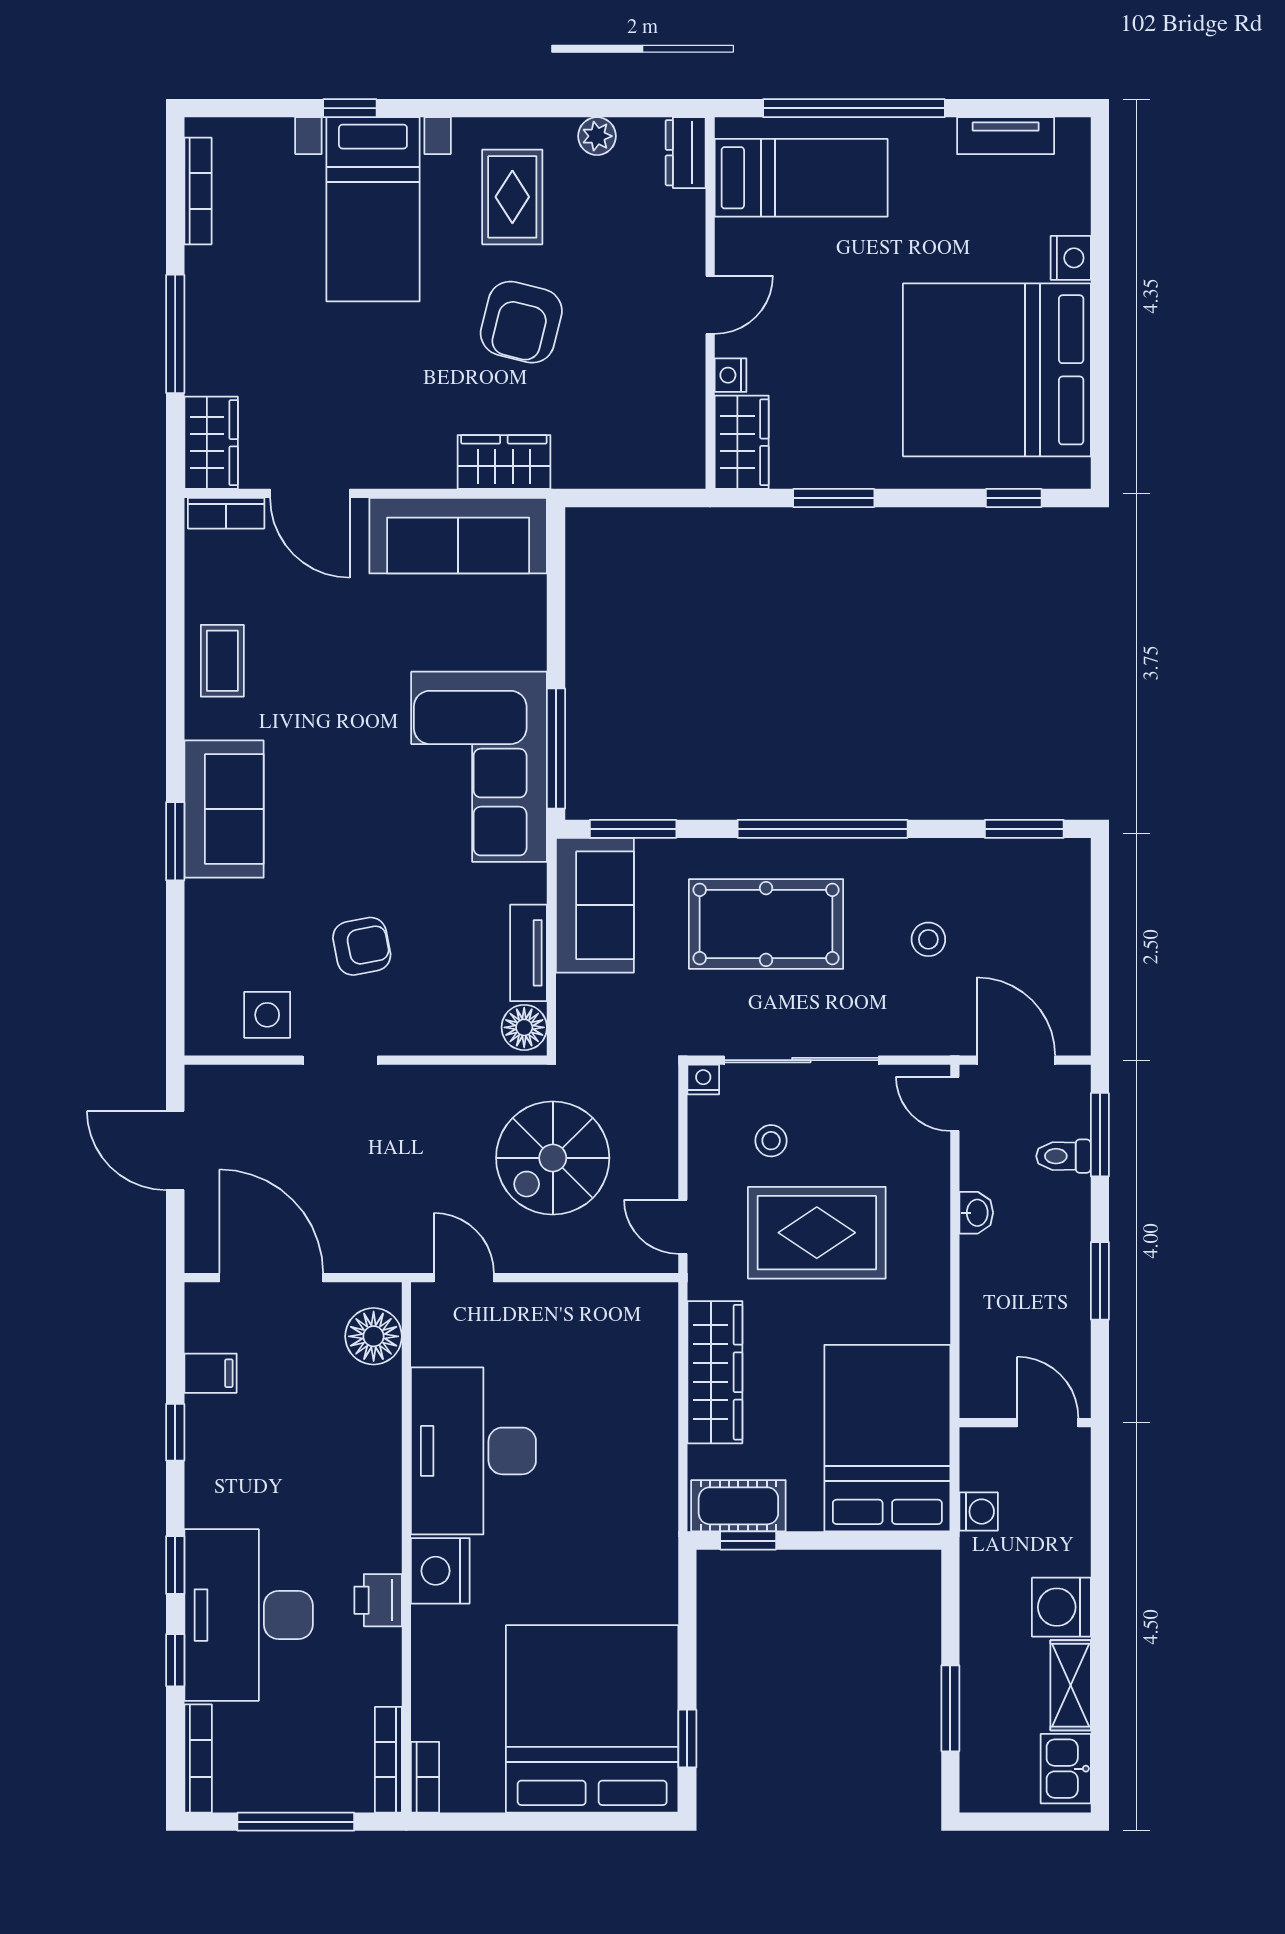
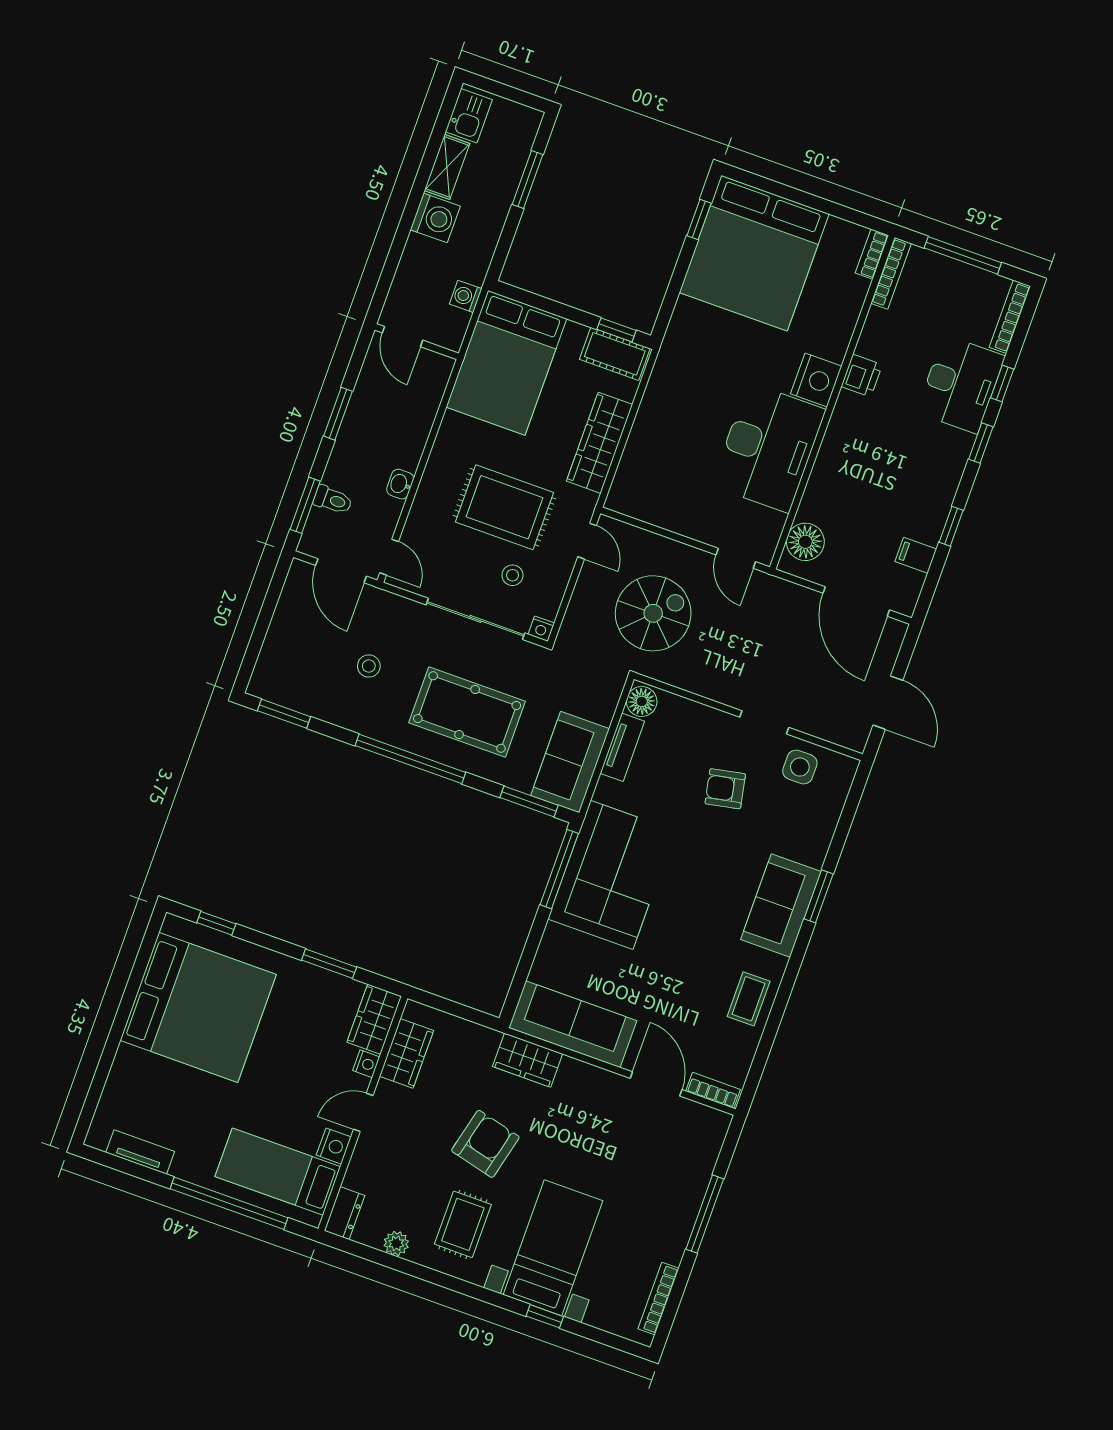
nightstand: (1071, 258) -> (334, 1146), moved, turned 180
wardrobe: (211, 443) -> (407, 1053), moved, turned 180
desk: (249, 1615) -> (961, 384), width x0.73, depth x0.77

